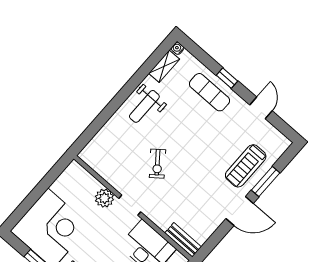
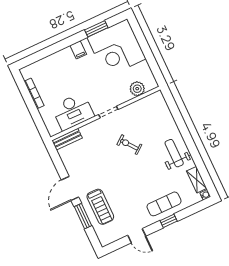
treadmill: (246, 166) -> (100, 207), turned 180
plant: (104, 198) -> (137, 89), moved

